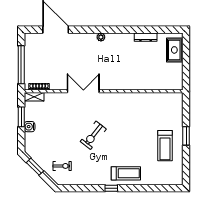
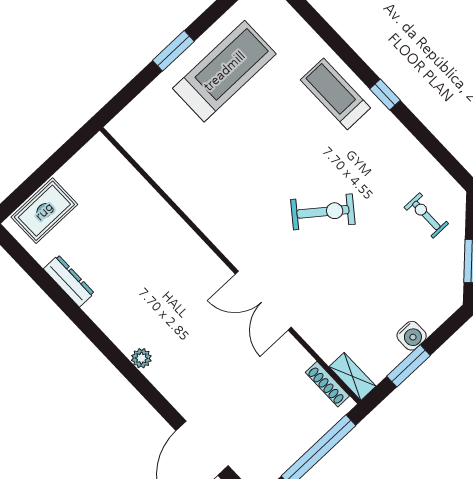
treadmill: (165, 146) -> (224, 71), width x1.37, depth x1.38

